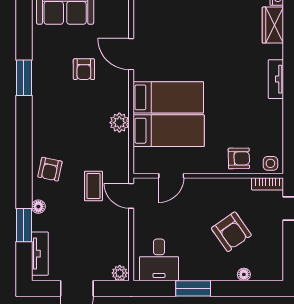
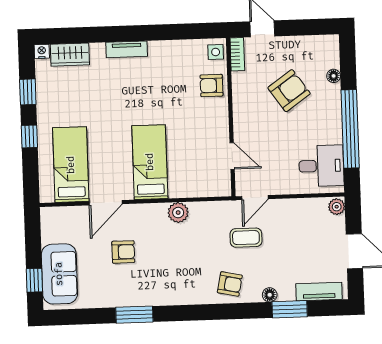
bed: (169, 131) -> (71, 165), moved
armchair: (239, 158) -> (212, 85), turned -89
window: (193, 288) -> (350, 129), width x2.11

